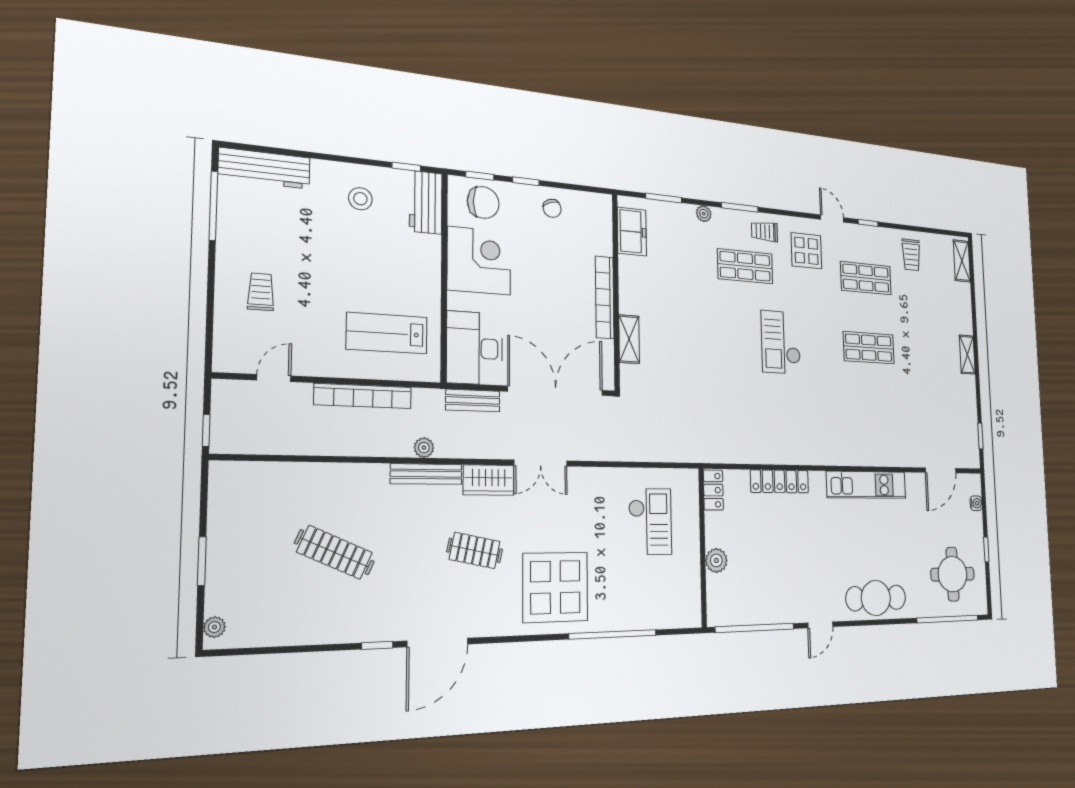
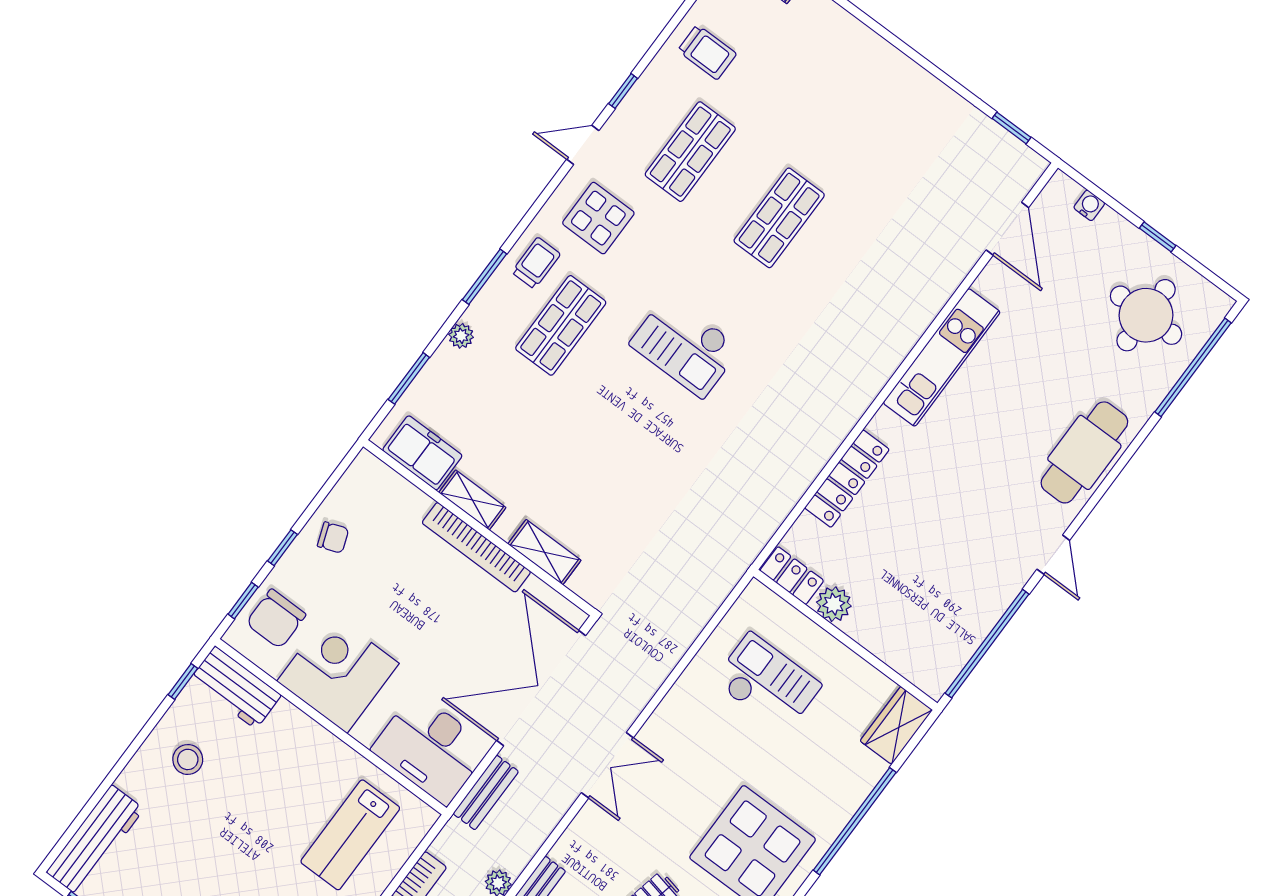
chair: (483, 203) -> (276, 619), turned 180
trolley: (764, 231) -> (536, 263), turned 180
shelving: (967, 355) -> (472, 500), moved
wardrobe: (489, 480) -> (896, 725), moved, turned 180
plant: (716, 560) -> (834, 604), moved

